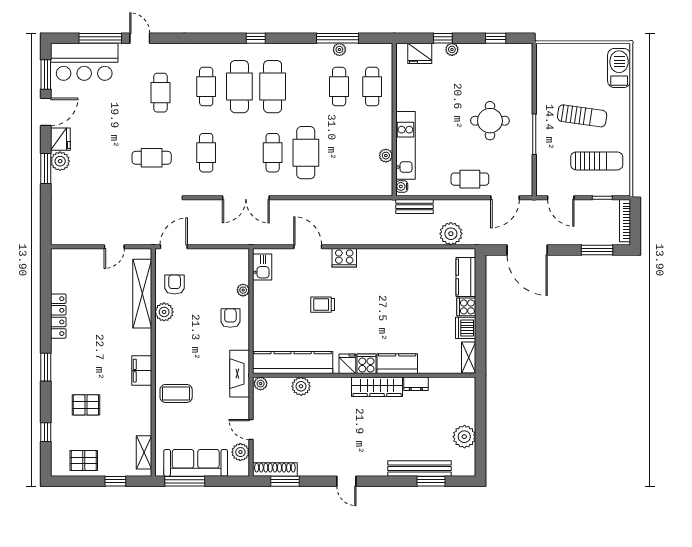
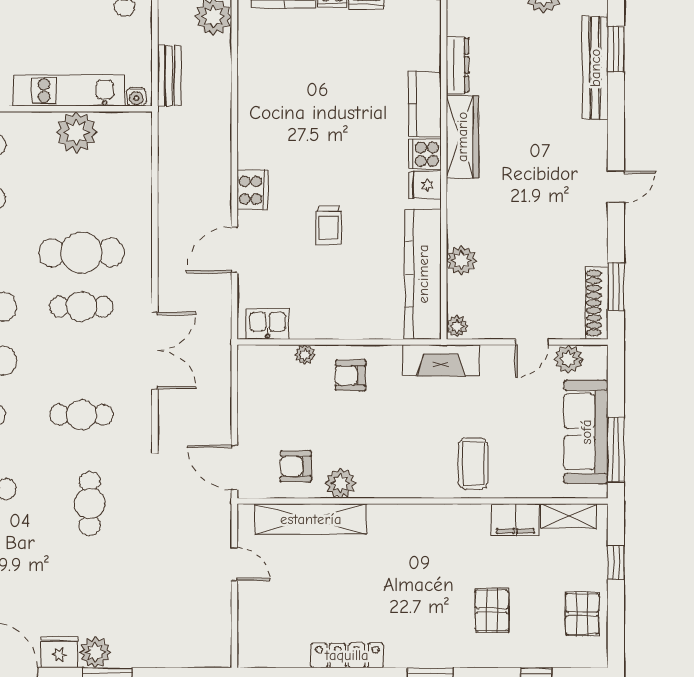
plant: (386, 156) -> (76, 132), width x1.88, depth x1.88
filing cabinet: (142, 371) -> (515, 520), moved
dresser: (416, 384) -> (457, 65), width x1.44

